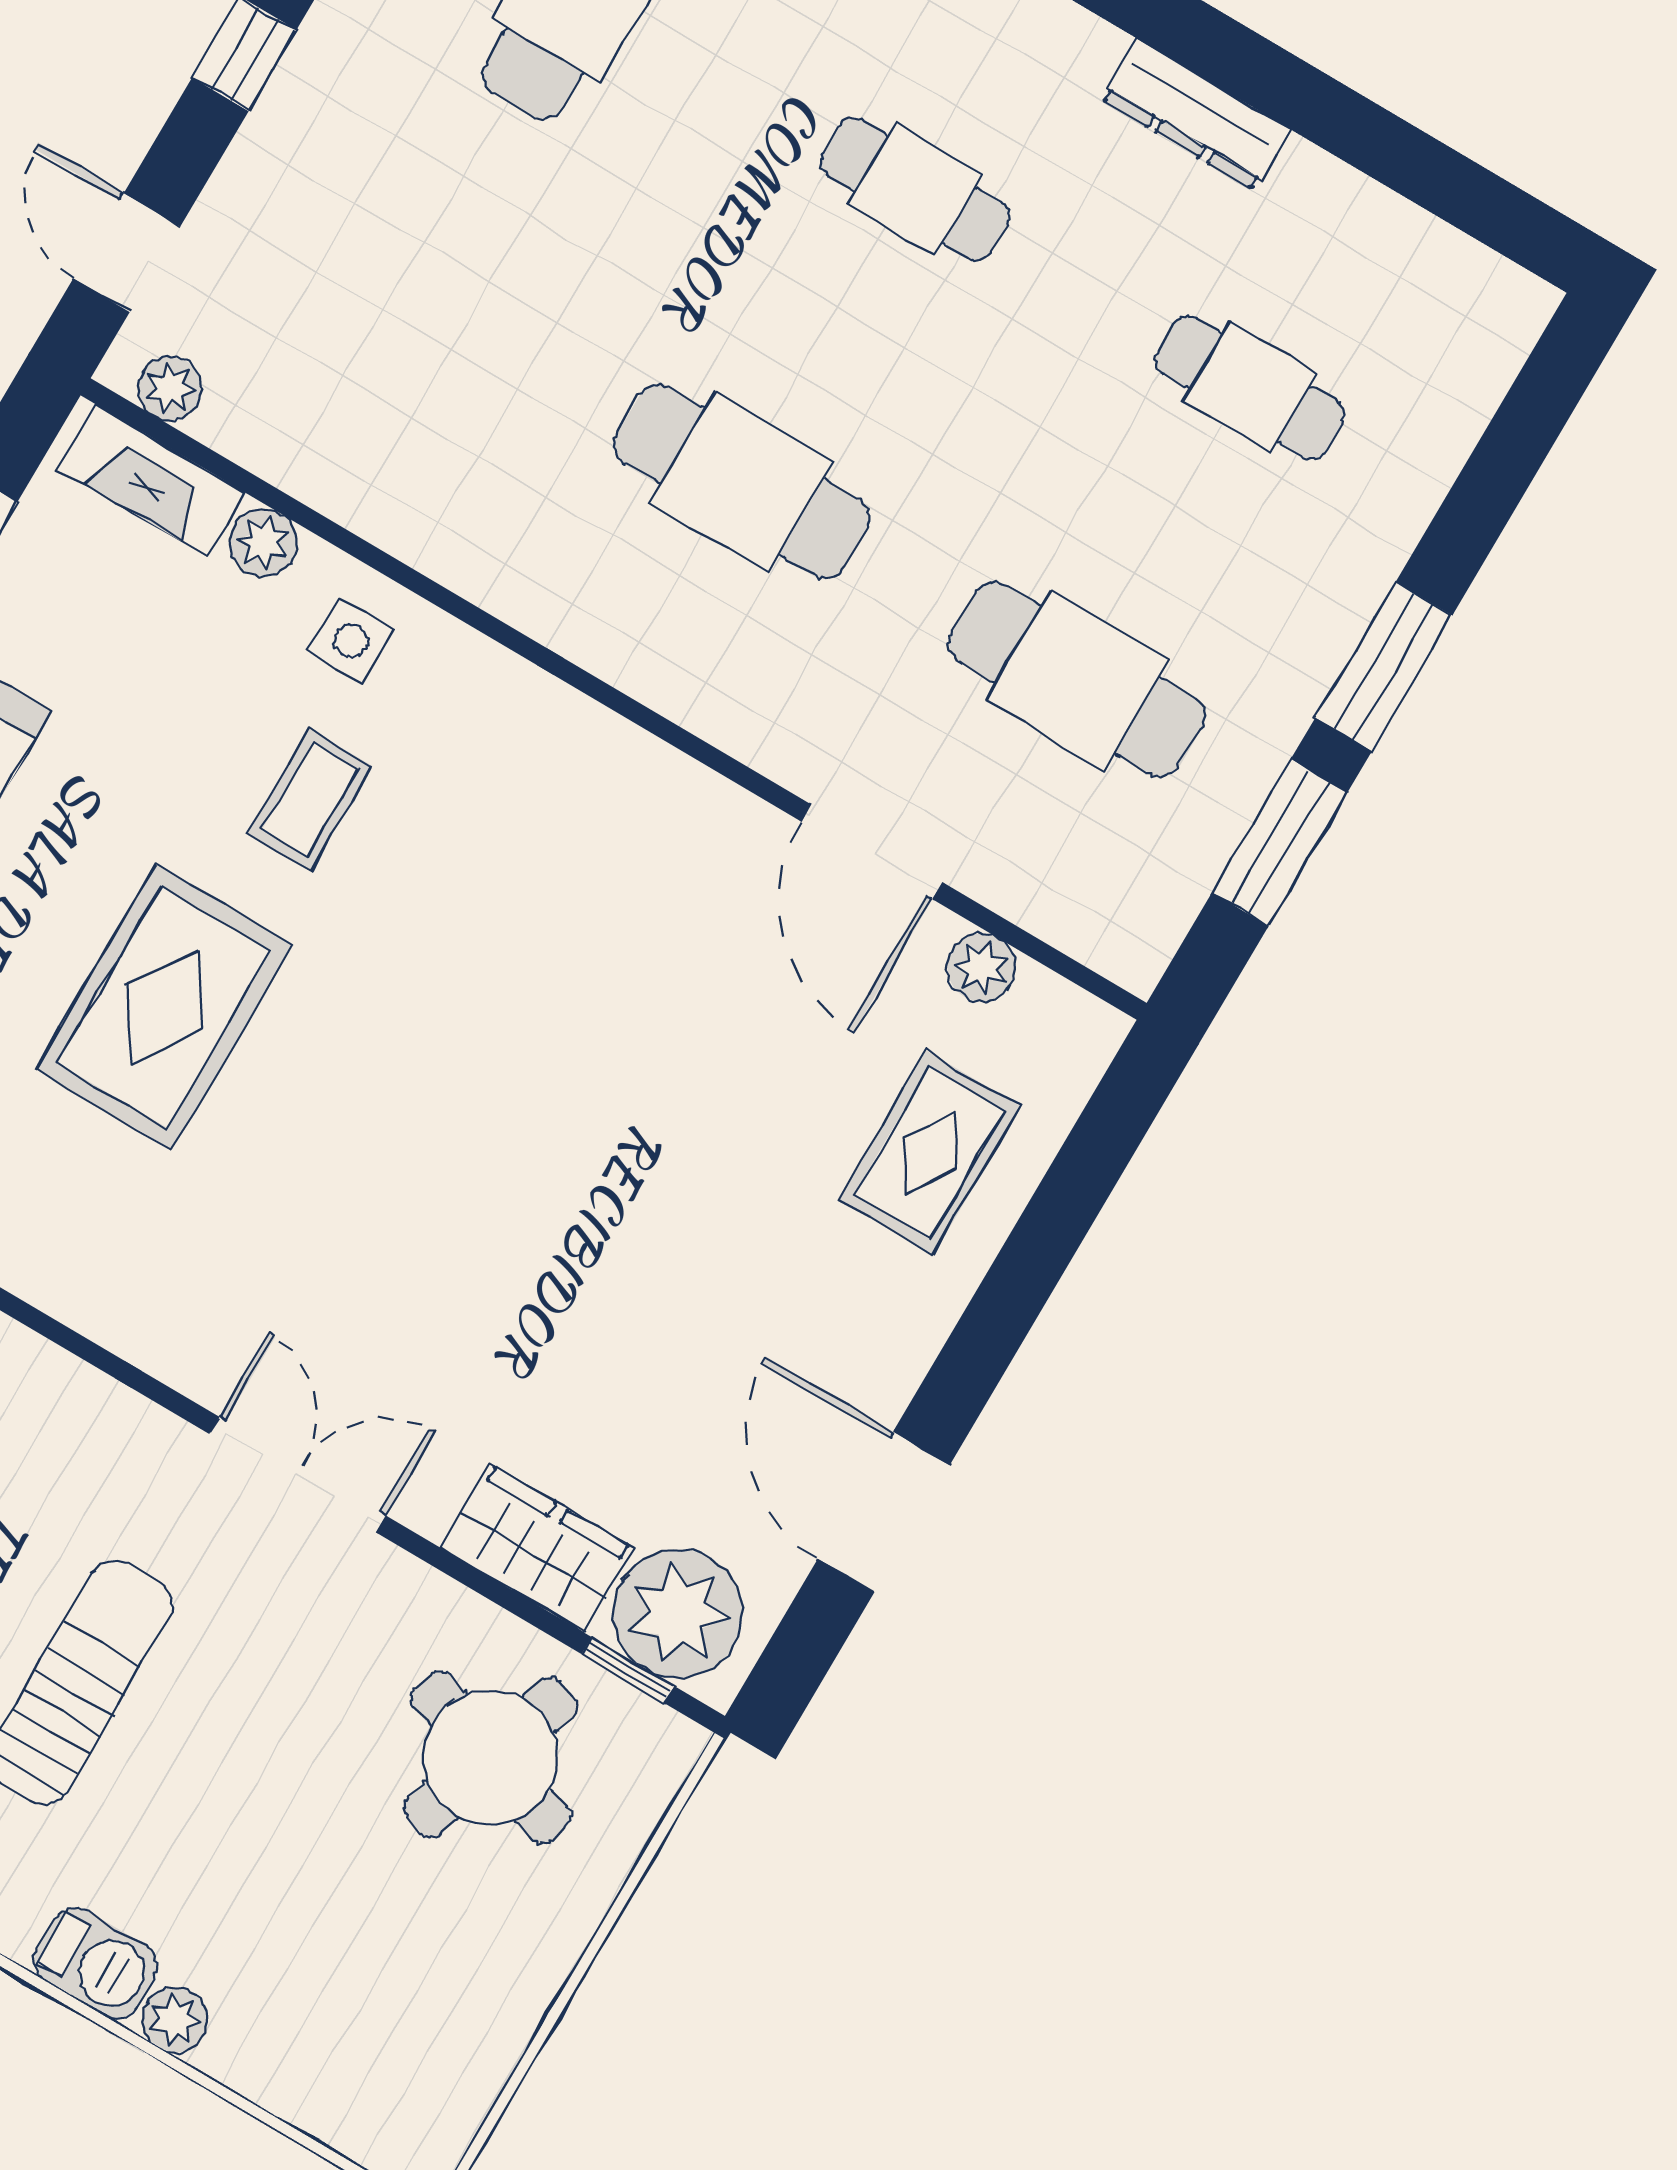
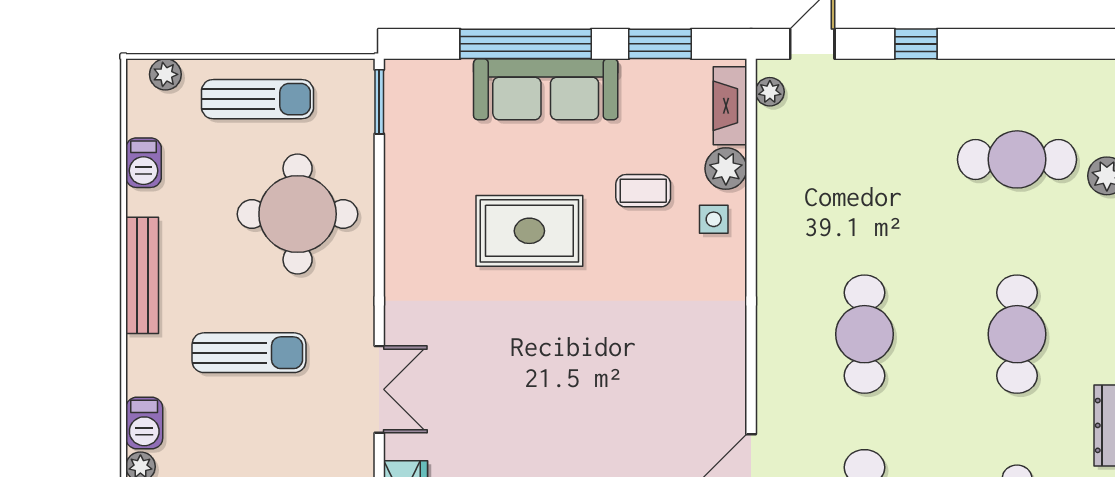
cafe table: (915, 189) -> (1017, 334), width x1.37, depth x1.35
plant: (263, 542) -> (726, 169), width x1.38, depth x1.38
coffee table: (310, 800) -> (643, 191), moved

